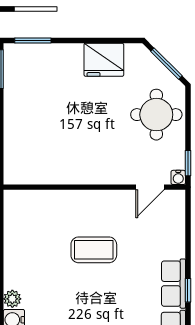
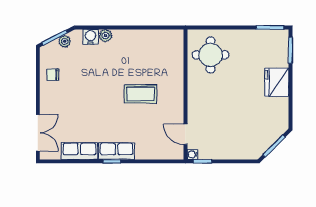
fridge: (104, 60) -> (277, 82), moved
round table: (156, 115) -> (210, 55), moved
coffee table: (94, 250) -> (141, 94), turned 90

